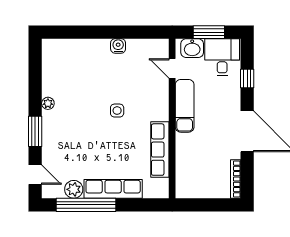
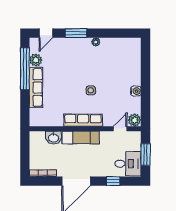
plant: (160, 48) -> (135, 120), added
washbasin: (192, 48) -> (53, 138), moved, turned -90
exam couch: (185, 106) -> (81, 137), moved
row of seats: (160, 150) -> (83, 120), moved

